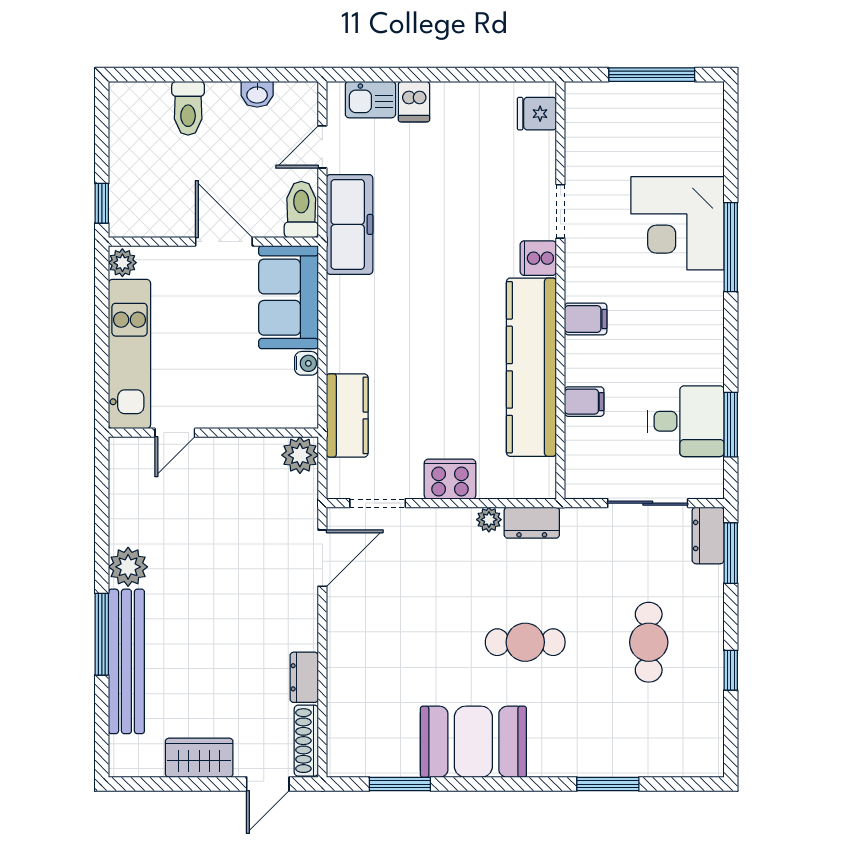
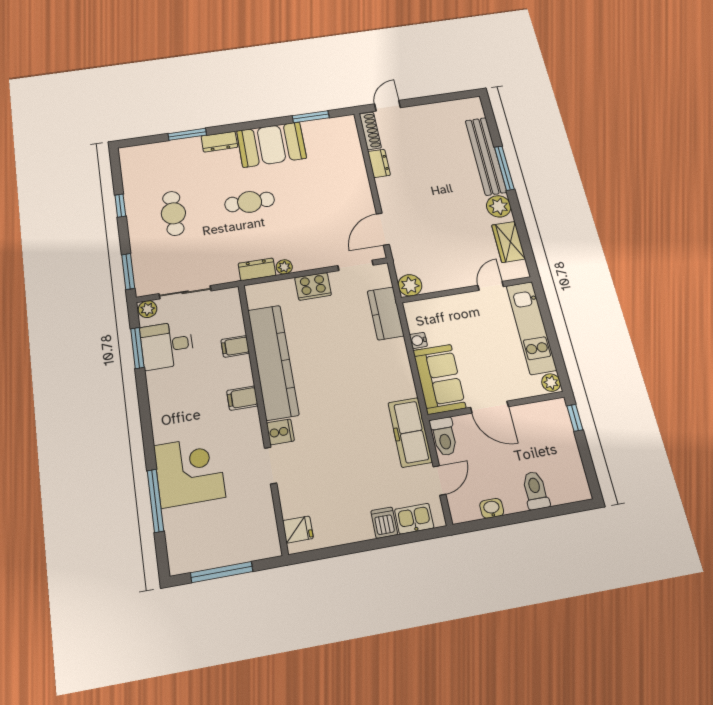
window: (731, 247) -> (155, 501), moved
plant: (708, 485) -> (148, 309), added
dresser: (708, 535) -> (219, 142), moved, turned 90
wardrobe: (199, 758) -> (508, 242), moved, turned 90

